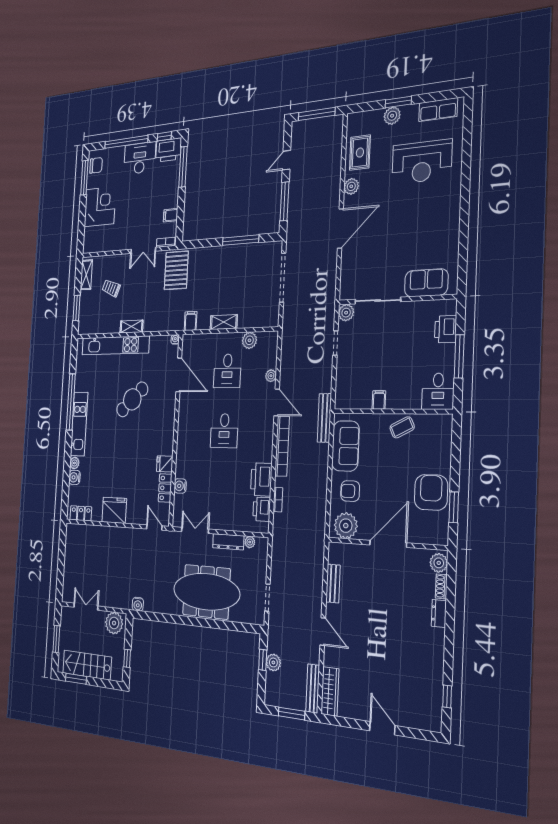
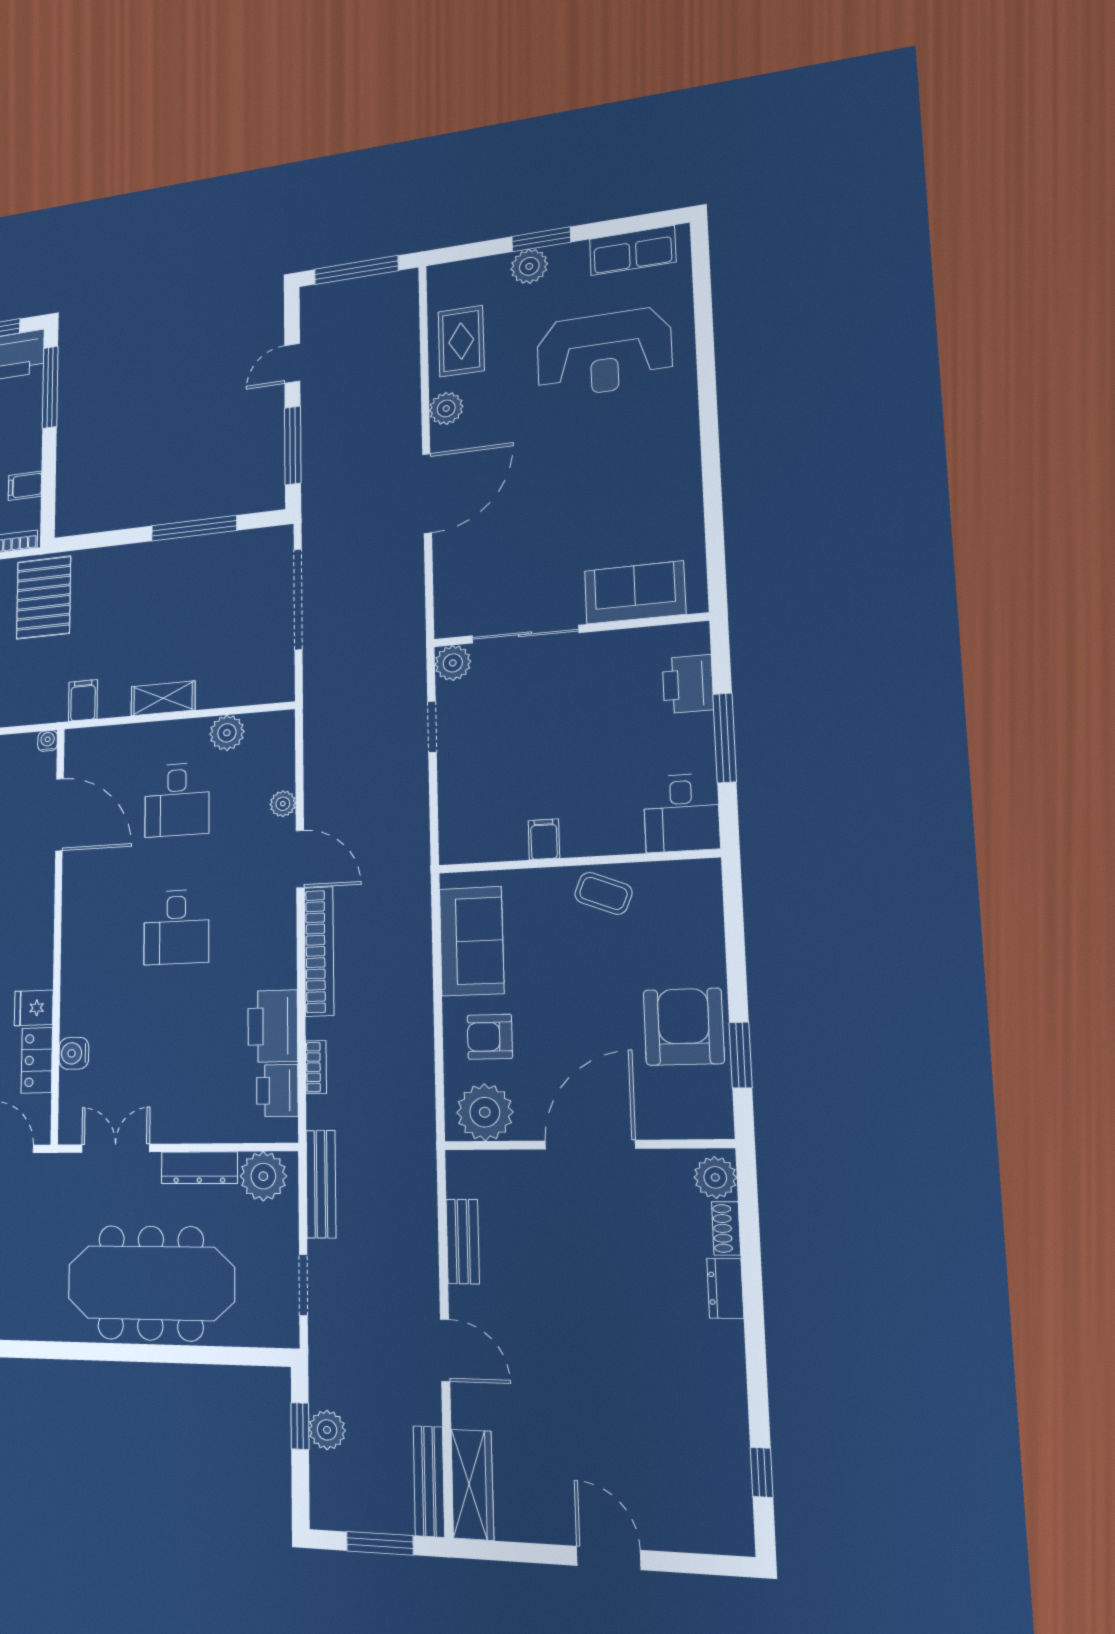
bench: (324, 418) -> (321, 1184), moved
coffee table: (402, 427) -> (603, 893), turned 48
plant: (250, 542) -> (263, 1176), width x1.87, depth x1.87

